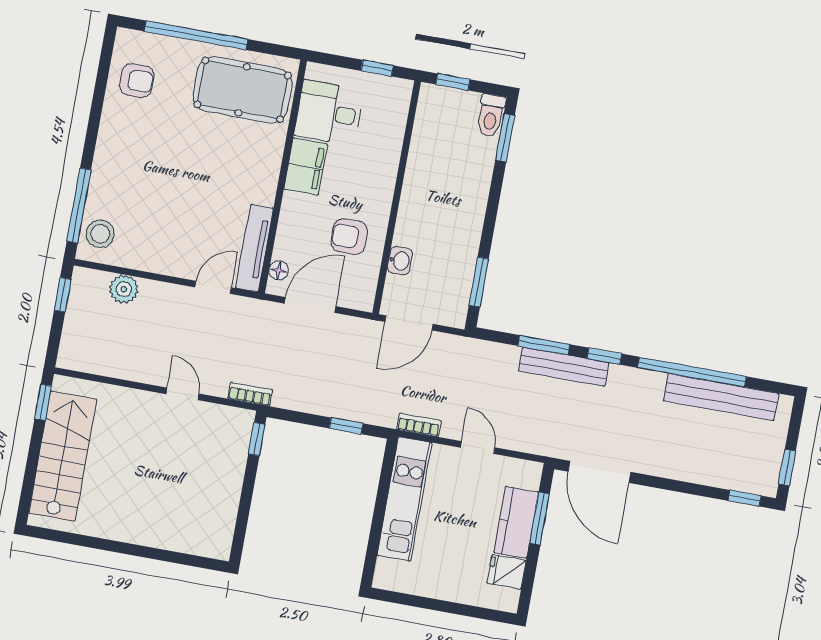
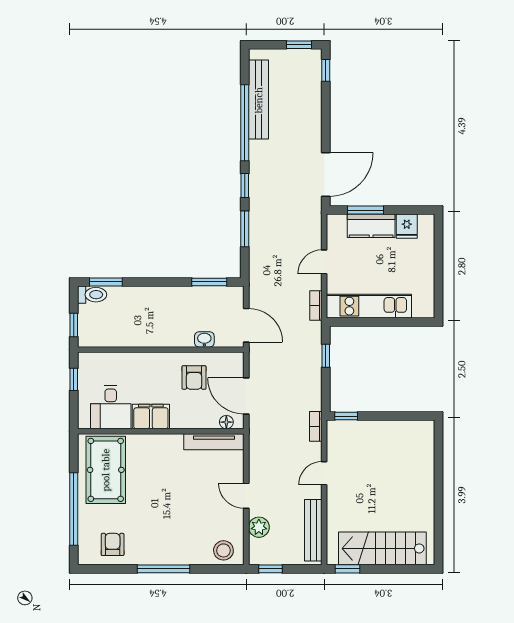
window: (79, 206) -> (163, 569), moved
door: (213, 287) -> (246, 496), moved
bench: (564, 367) -> (313, 530), moved

